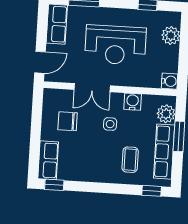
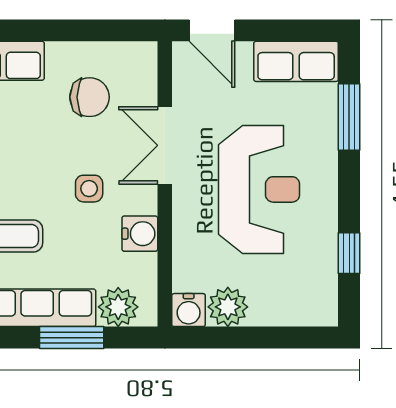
plant: (171, 36) -> (228, 307), moved
reception desk: (115, 45) -> (259, 189), turned 180
chair: (68, 121) -> (89, 97), turned 90

